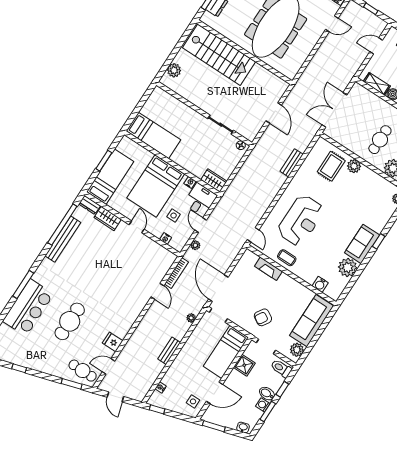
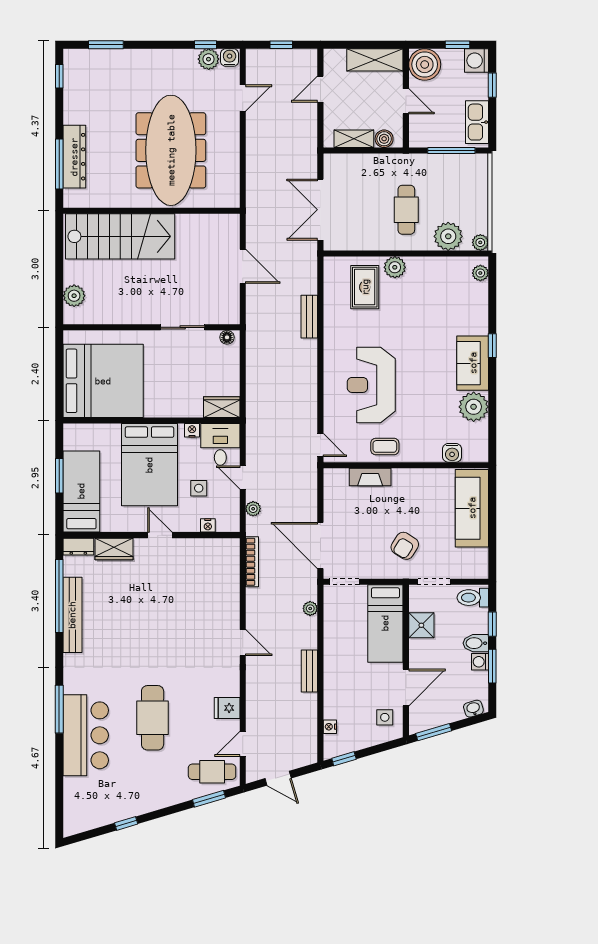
bed: (153, 135) -> (103, 381), width x2.04
reception desk: (301, 220) -> (371, 385), turned 180
door: (157, 291) -> (243, 643), moved
plant: (297, 350) -> (478, 559), removed

